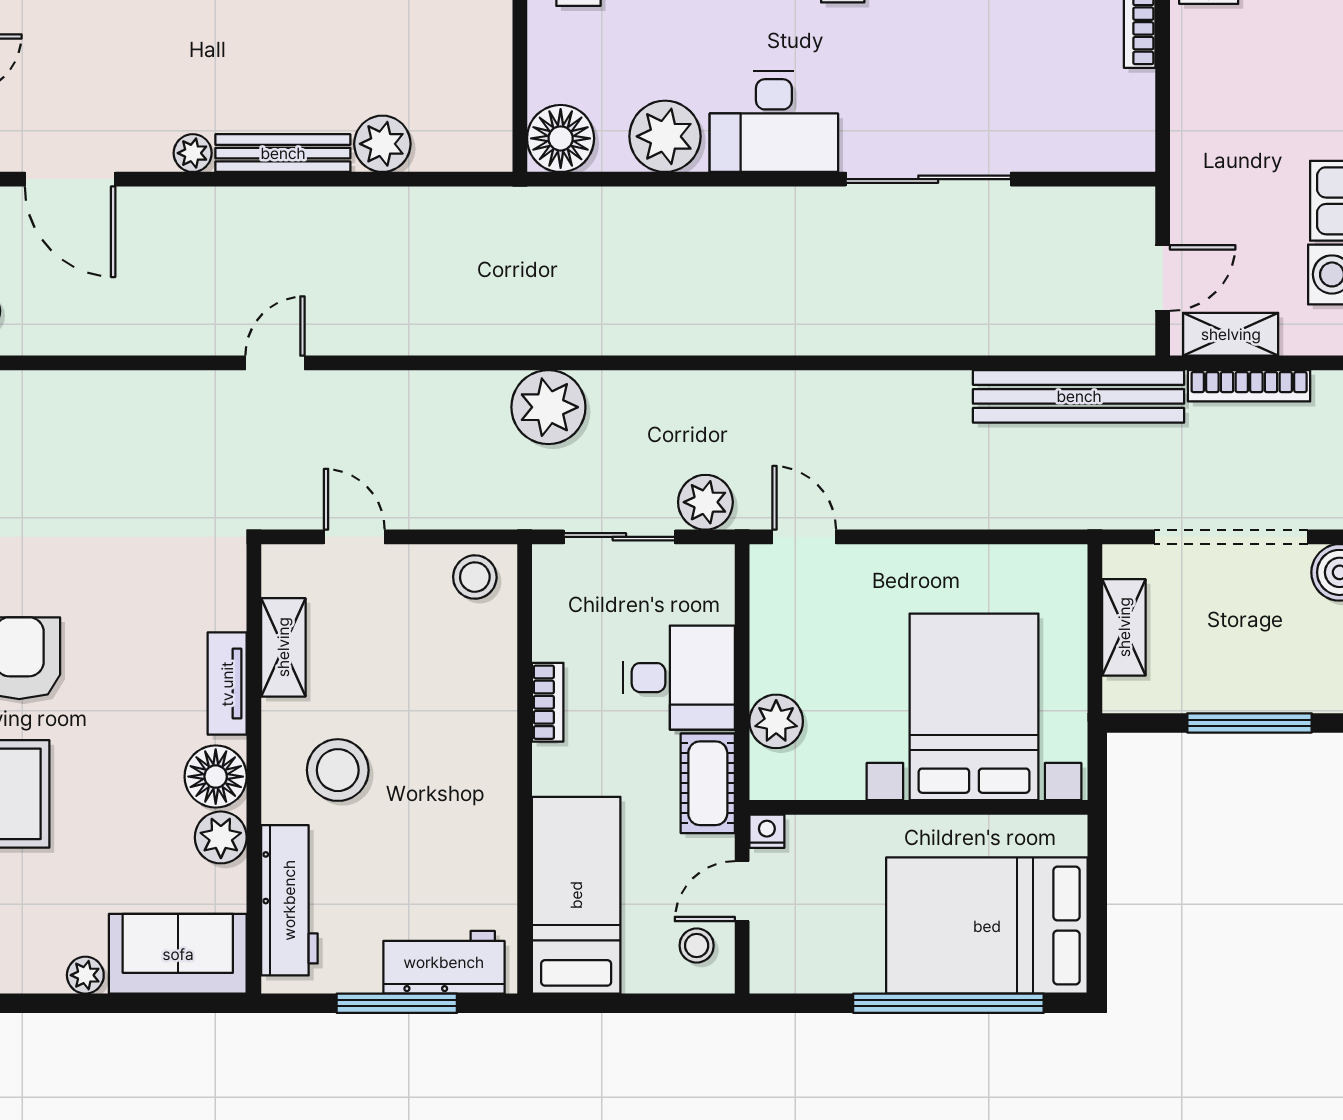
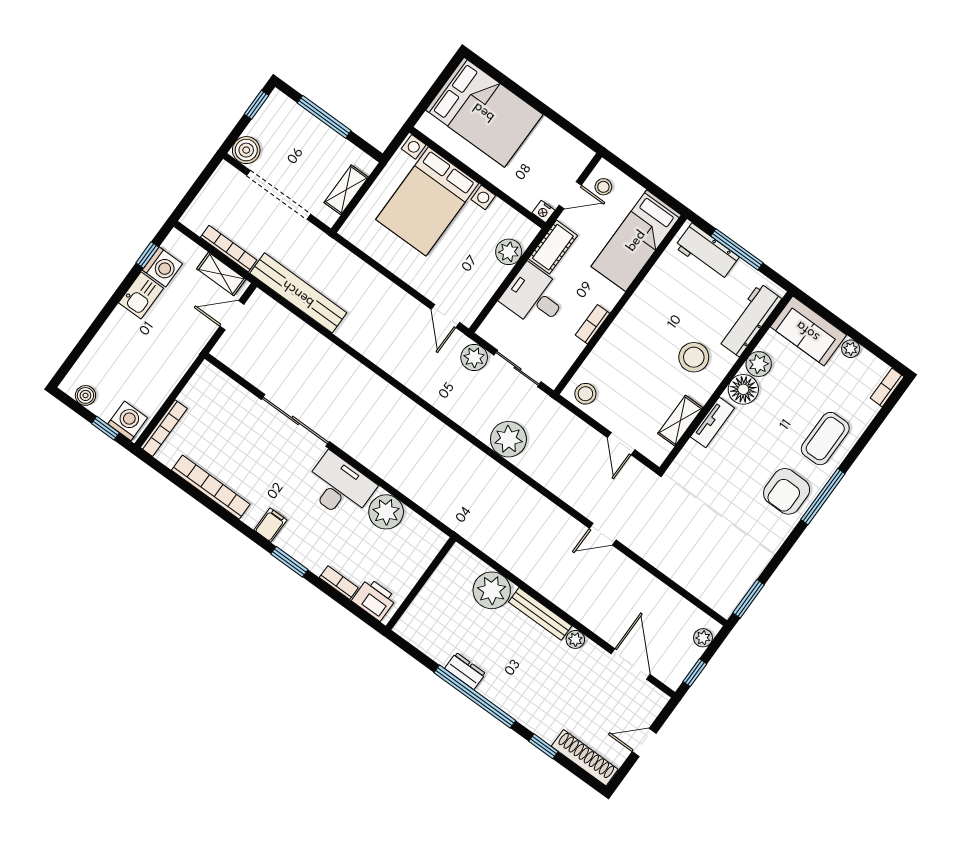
floor lamp: (561, 138) -> (427, 541), removed
plant: (382, 144) -> (492, 590), width x1.36, depth x1.36
window: (948, 1003) -> (521, 93), removed

